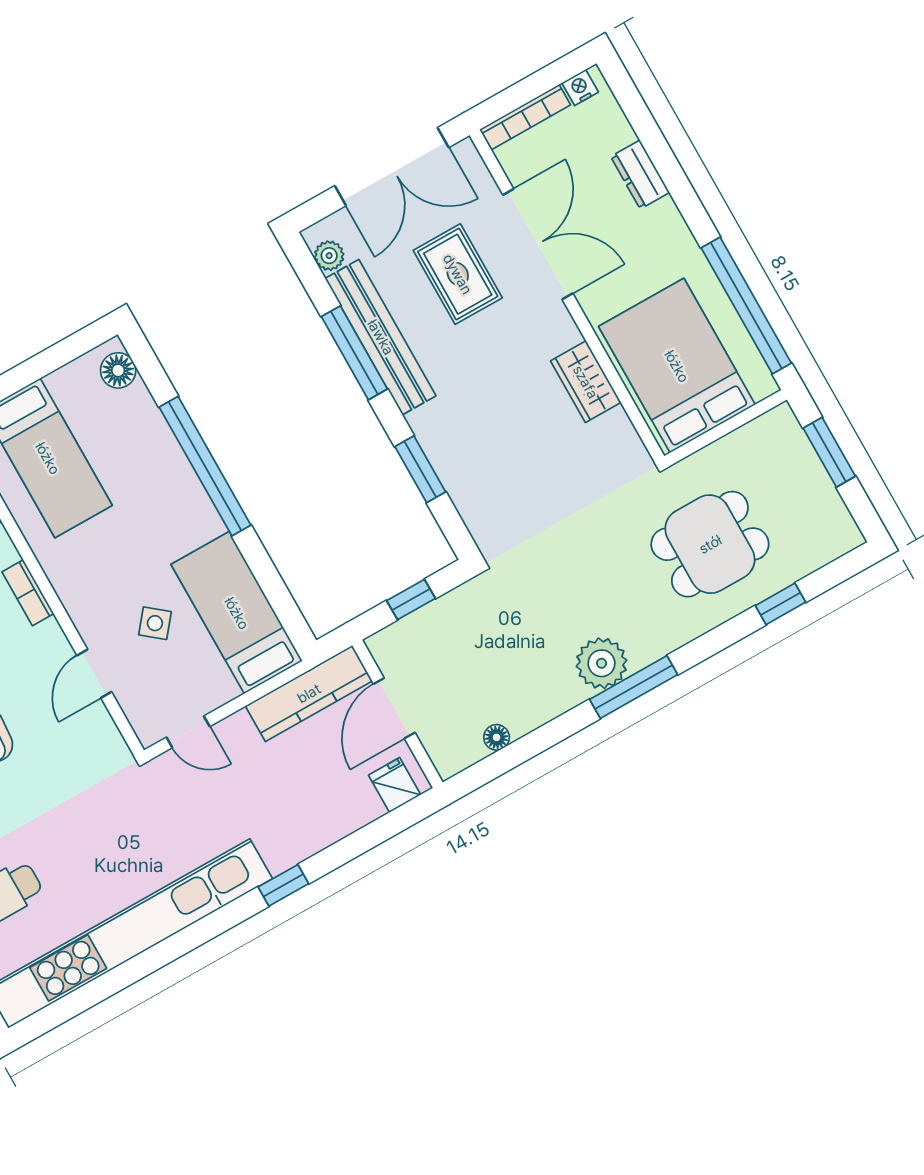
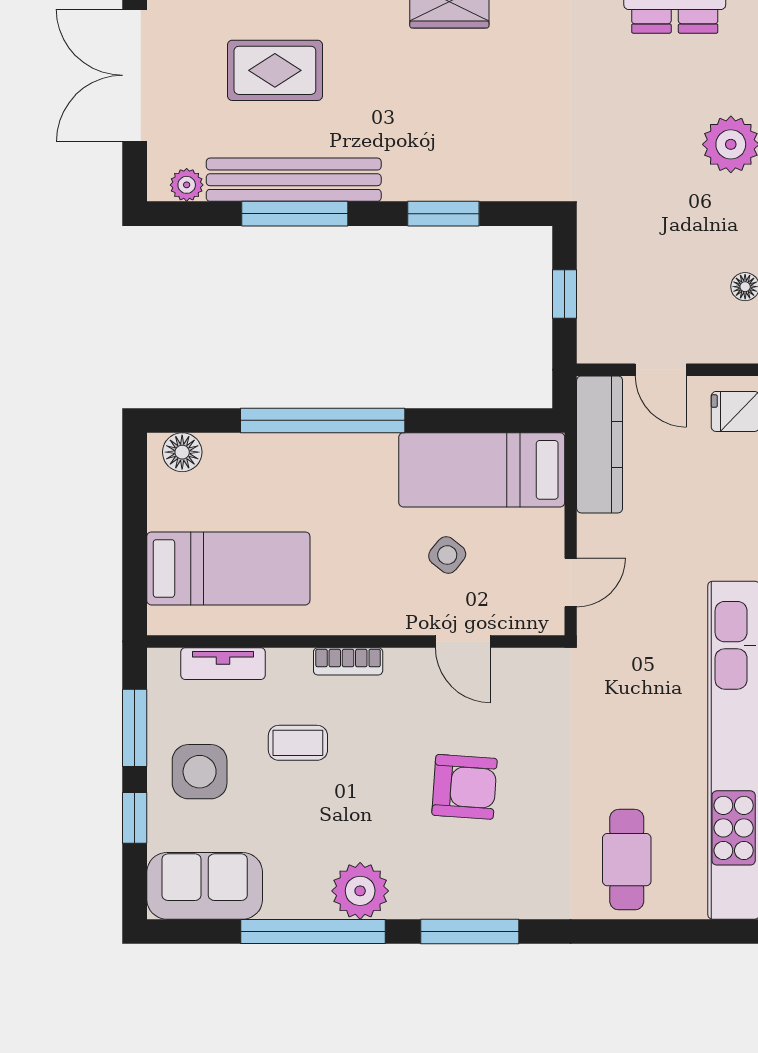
double door: (392, 167) -> (135, 75), swing flipped
door: (394, 708) -> (661, 370), width x0.73

